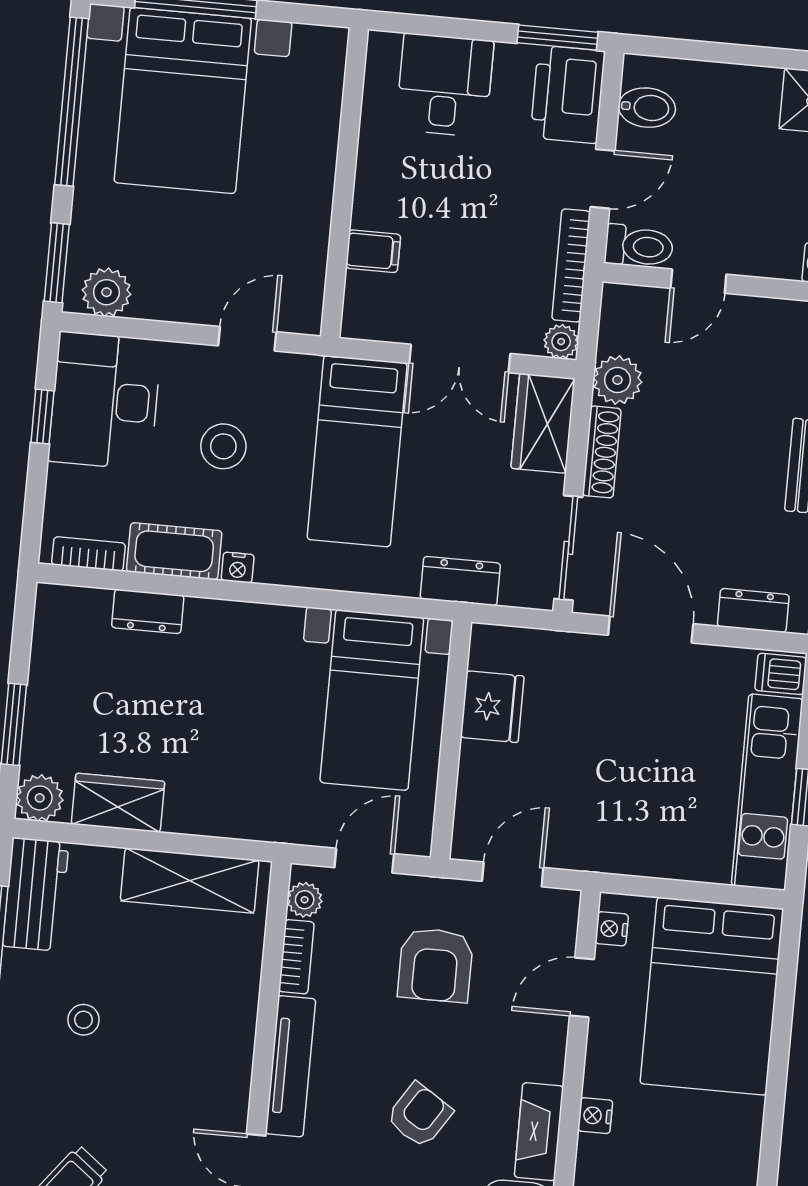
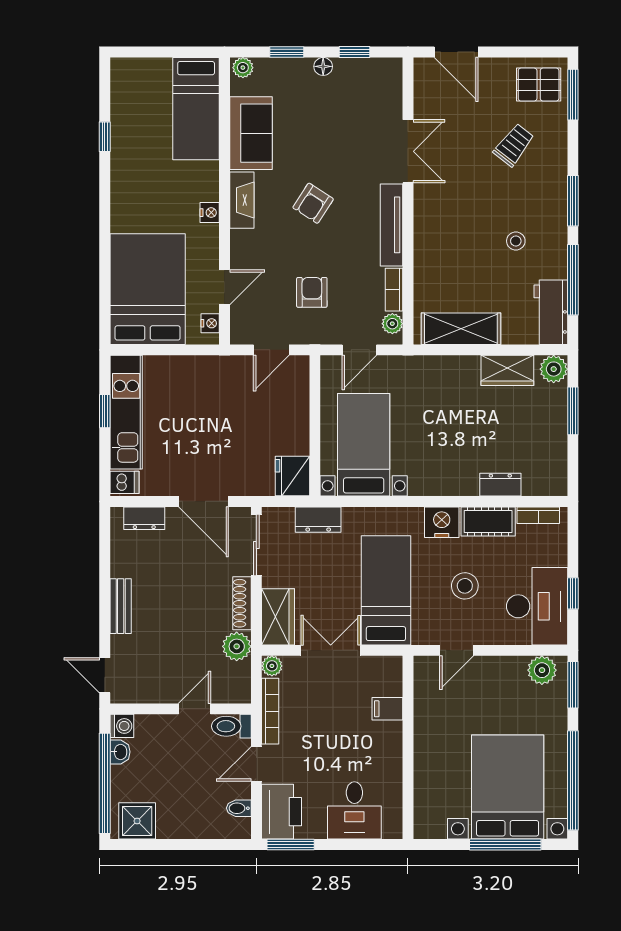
bidet: (647, 108) -> (239, 808), width x0.72, depth x0.74
nightstand: (238, 568) -> (442, 522), width x1.89, depth x1.79
fridge: (492, 707) -> (292, 476), moved
armchair: (435, 965) -> (312, 292), width x0.72, depth x0.72

